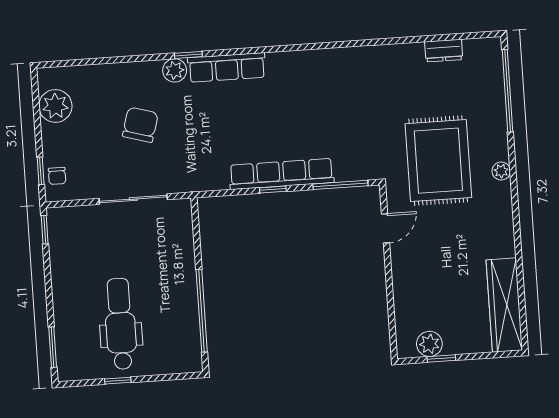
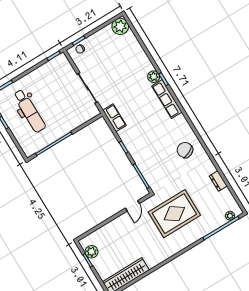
dresser: (444, 51) -> (218, 181), moved
plant: (55, 106) -> (120, 26), moved
chair: (140, 125) -> (185, 150), moved, turned -131
plant: (501, 171) -> (230, 216), moved
row of seats: (281, 174) -> (114, 118), moved, width x0.50
door: (385, 228) -> (132, 206), hinge flipped
dental chair: (120, 324) -> (29, 111), turned 90

